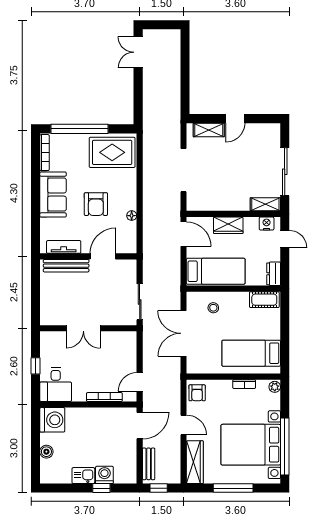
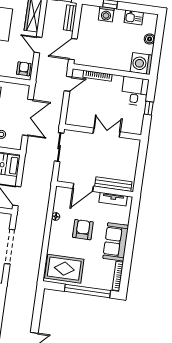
kitchen sink: (83, 476) -> (134, 17), moved

